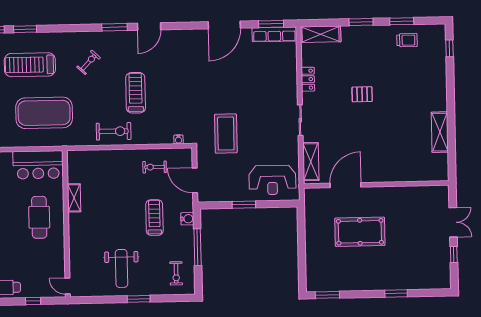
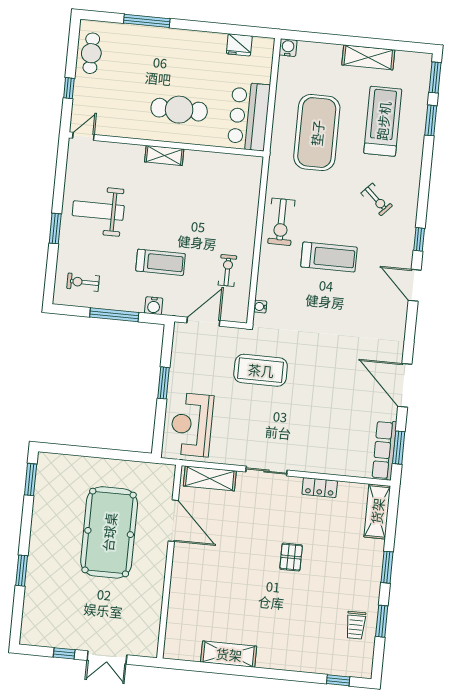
window: (114, 27) -> (419, 239), width x0.67
shelving: (74, 198) -> (164, 155), moved
pool table: (360, 232) -> (109, 532), width x1.36, depth x1.32

